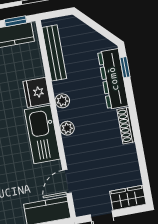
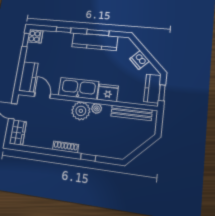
window: (125, 67) -> (88, 157), moved
dresser: (113, 79) -> (101, 149), removed
plant: (67, 128) -> (81, 111), width x1.88, depth x1.88

